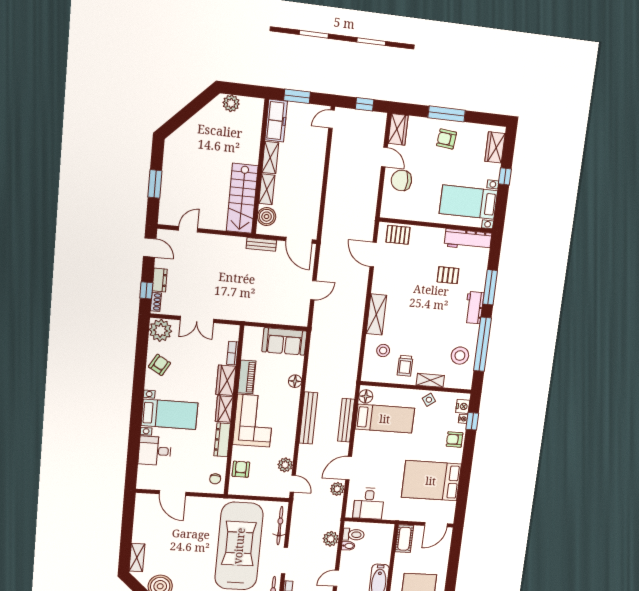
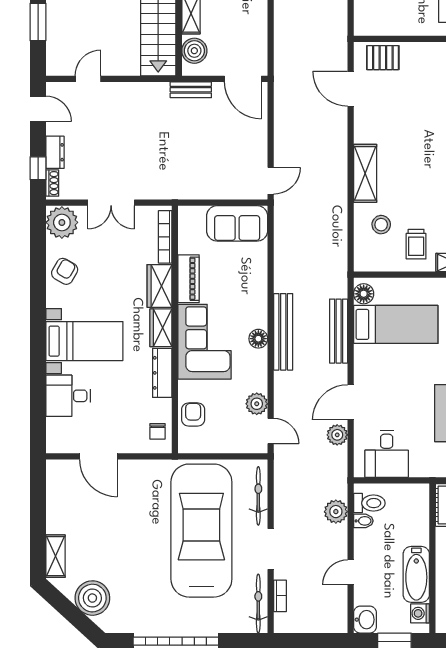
door: (313, 290) -> (271, 181), moved
bookcase: (232, 353) -> (165, 237), width x1.56
floor lamp: (295, 381) -> (258, 339), moved

